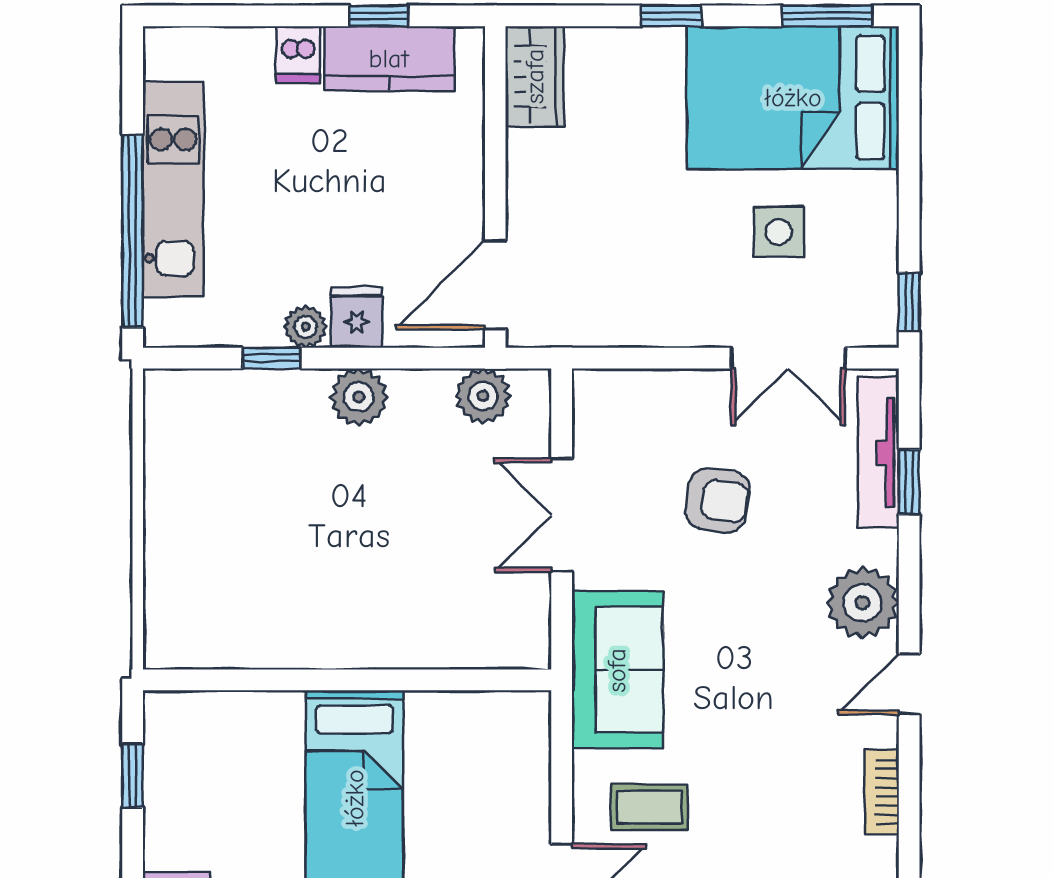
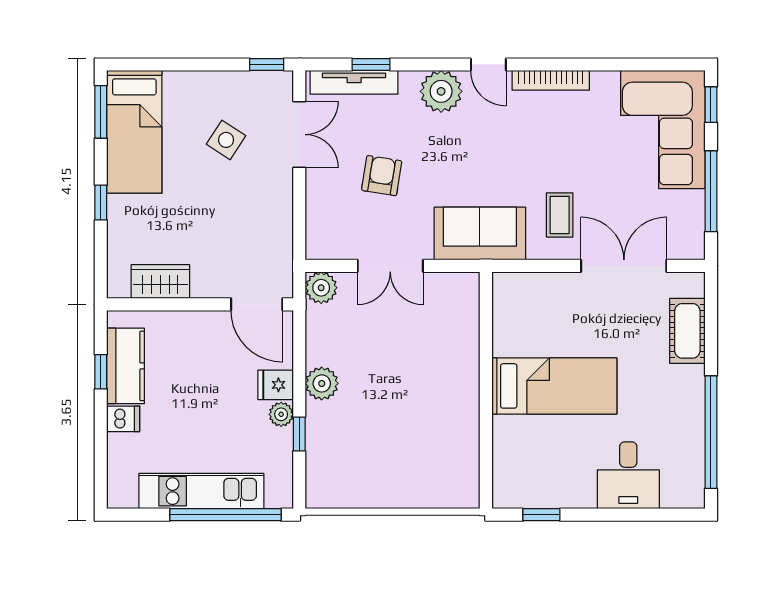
wardrobe: (535, 76) -> (160, 282), moved
bed: (793, 98) -> (134, 132), width x0.67
side table: (779, 232) -> (226, 140), turned 33
plant: (483, 396) -> (321, 288), moved
bookcase: (882, 792) -> (551, 80), width x1.56

